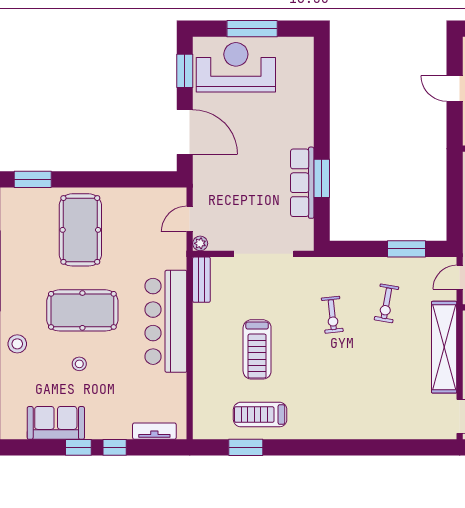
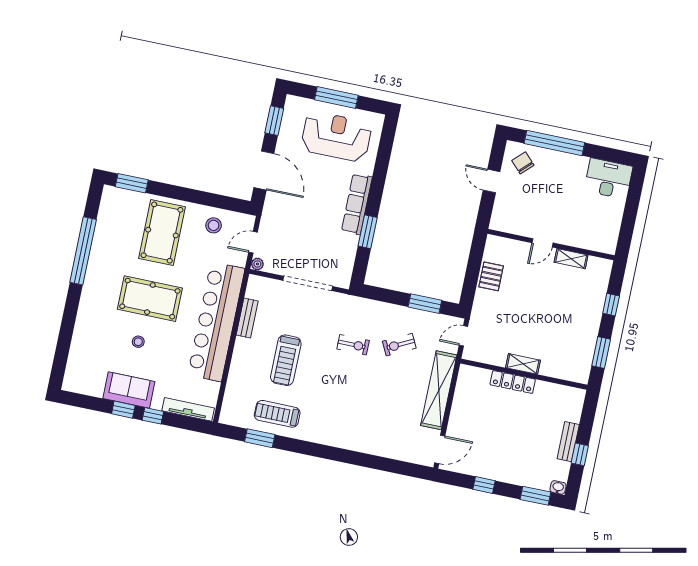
reception desk: (236, 67) -> (336, 136), moved
row of seats: (302, 183) -> (357, 204), moved
bench: (201, 280) -> (247, 318), moved
exercise bike: (386, 303) -> (399, 345), turned 53
exercise bike: (332, 315) -> (353, 345), turned -84
bar counter: (166, 321) -> (216, 322), width x1.36
stool: (17, 344) -> (214, 225), moved
sofa: (56, 423) -> (129, 390), moved
tv unit: (154, 431) -> (188, 409), width x1.41

